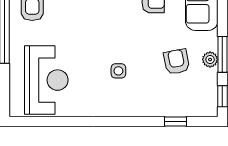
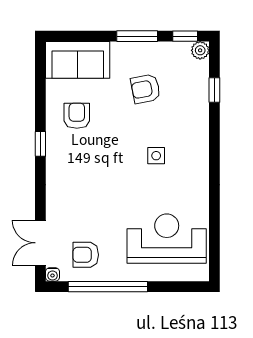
plant: (210, 60) -> (200, 50), moved

